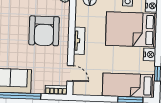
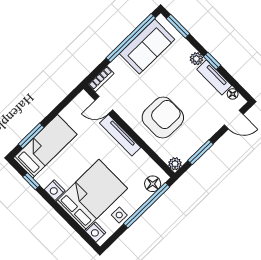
armchair: (44, 31) -> (163, 117), turned 90
tv unit: (79, 41) -> (120, 135), width x1.41

